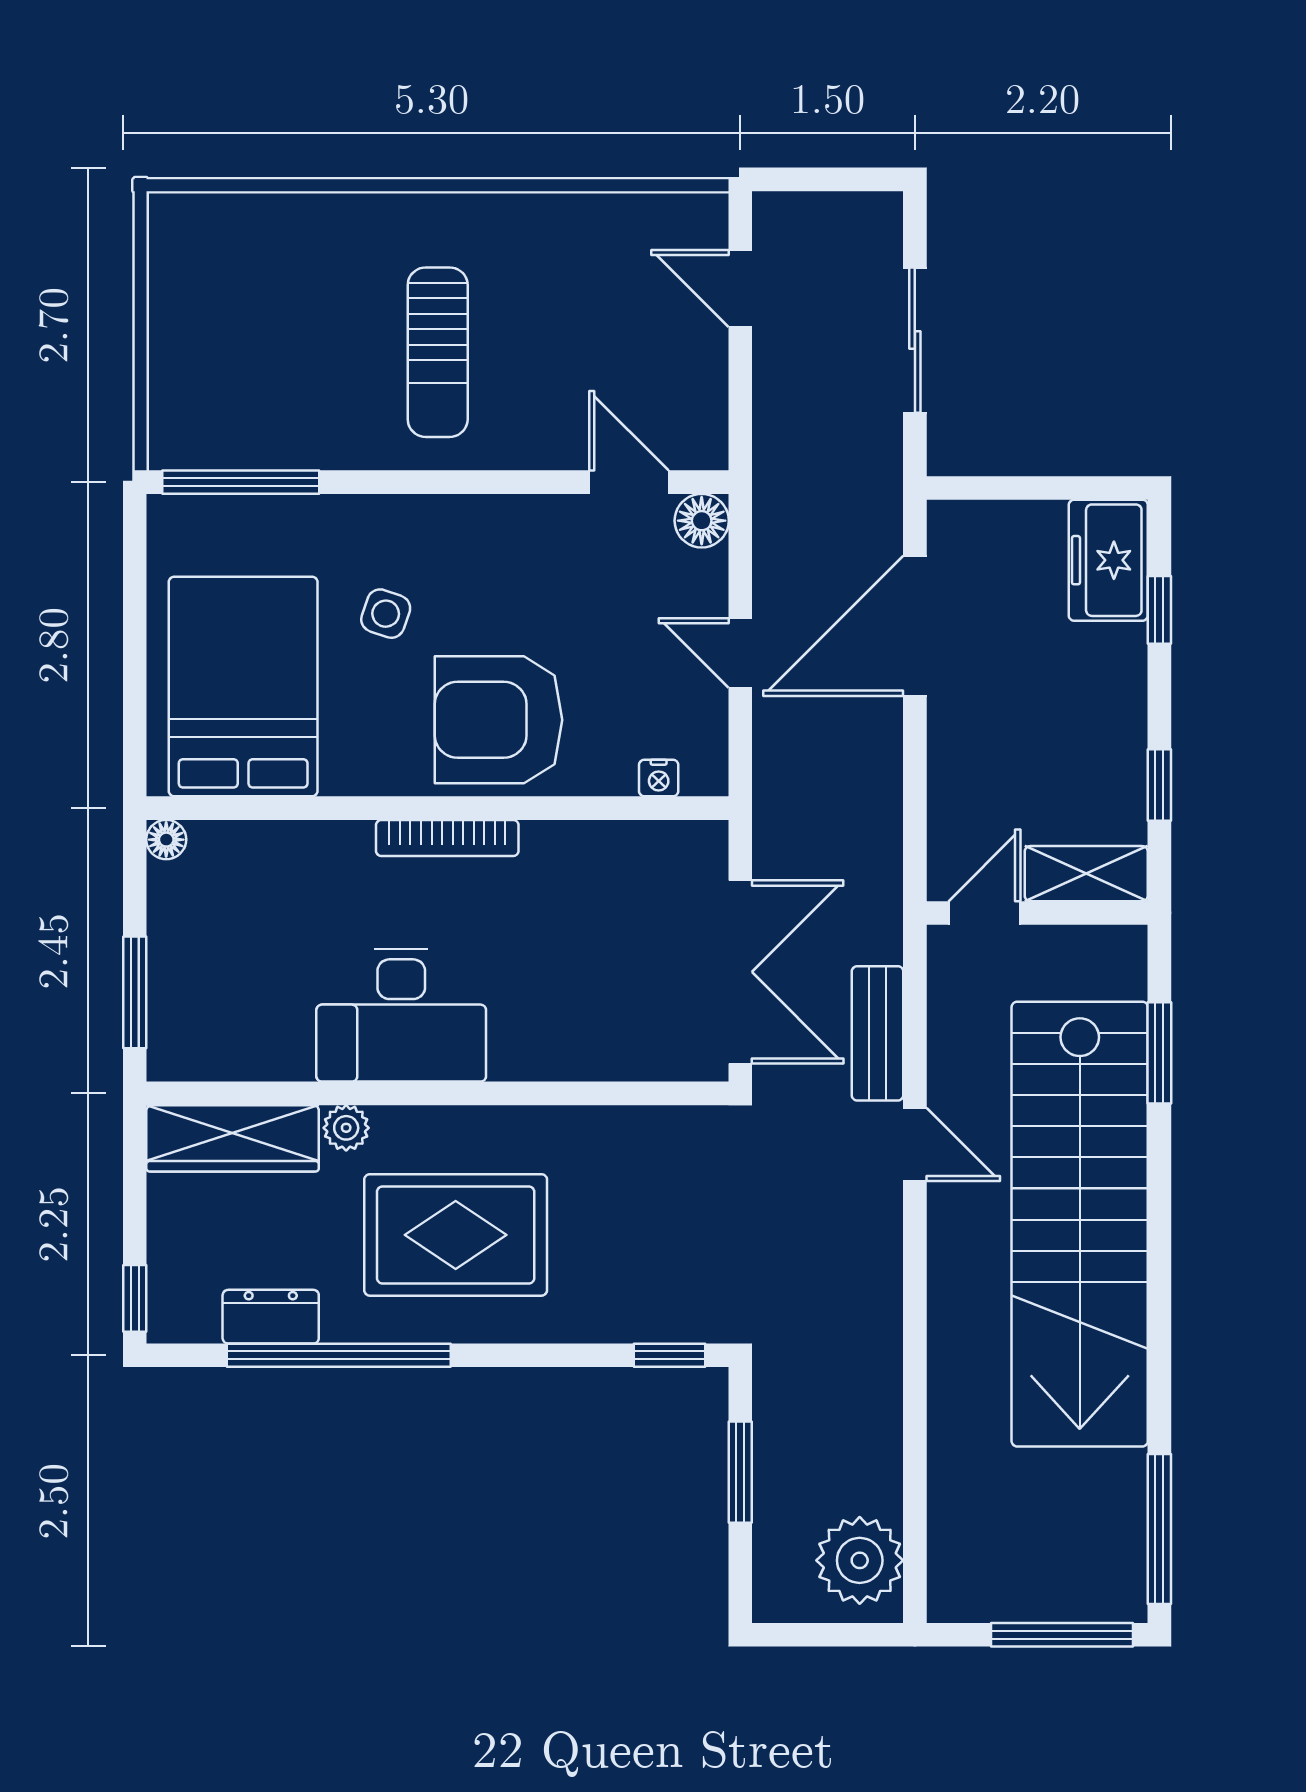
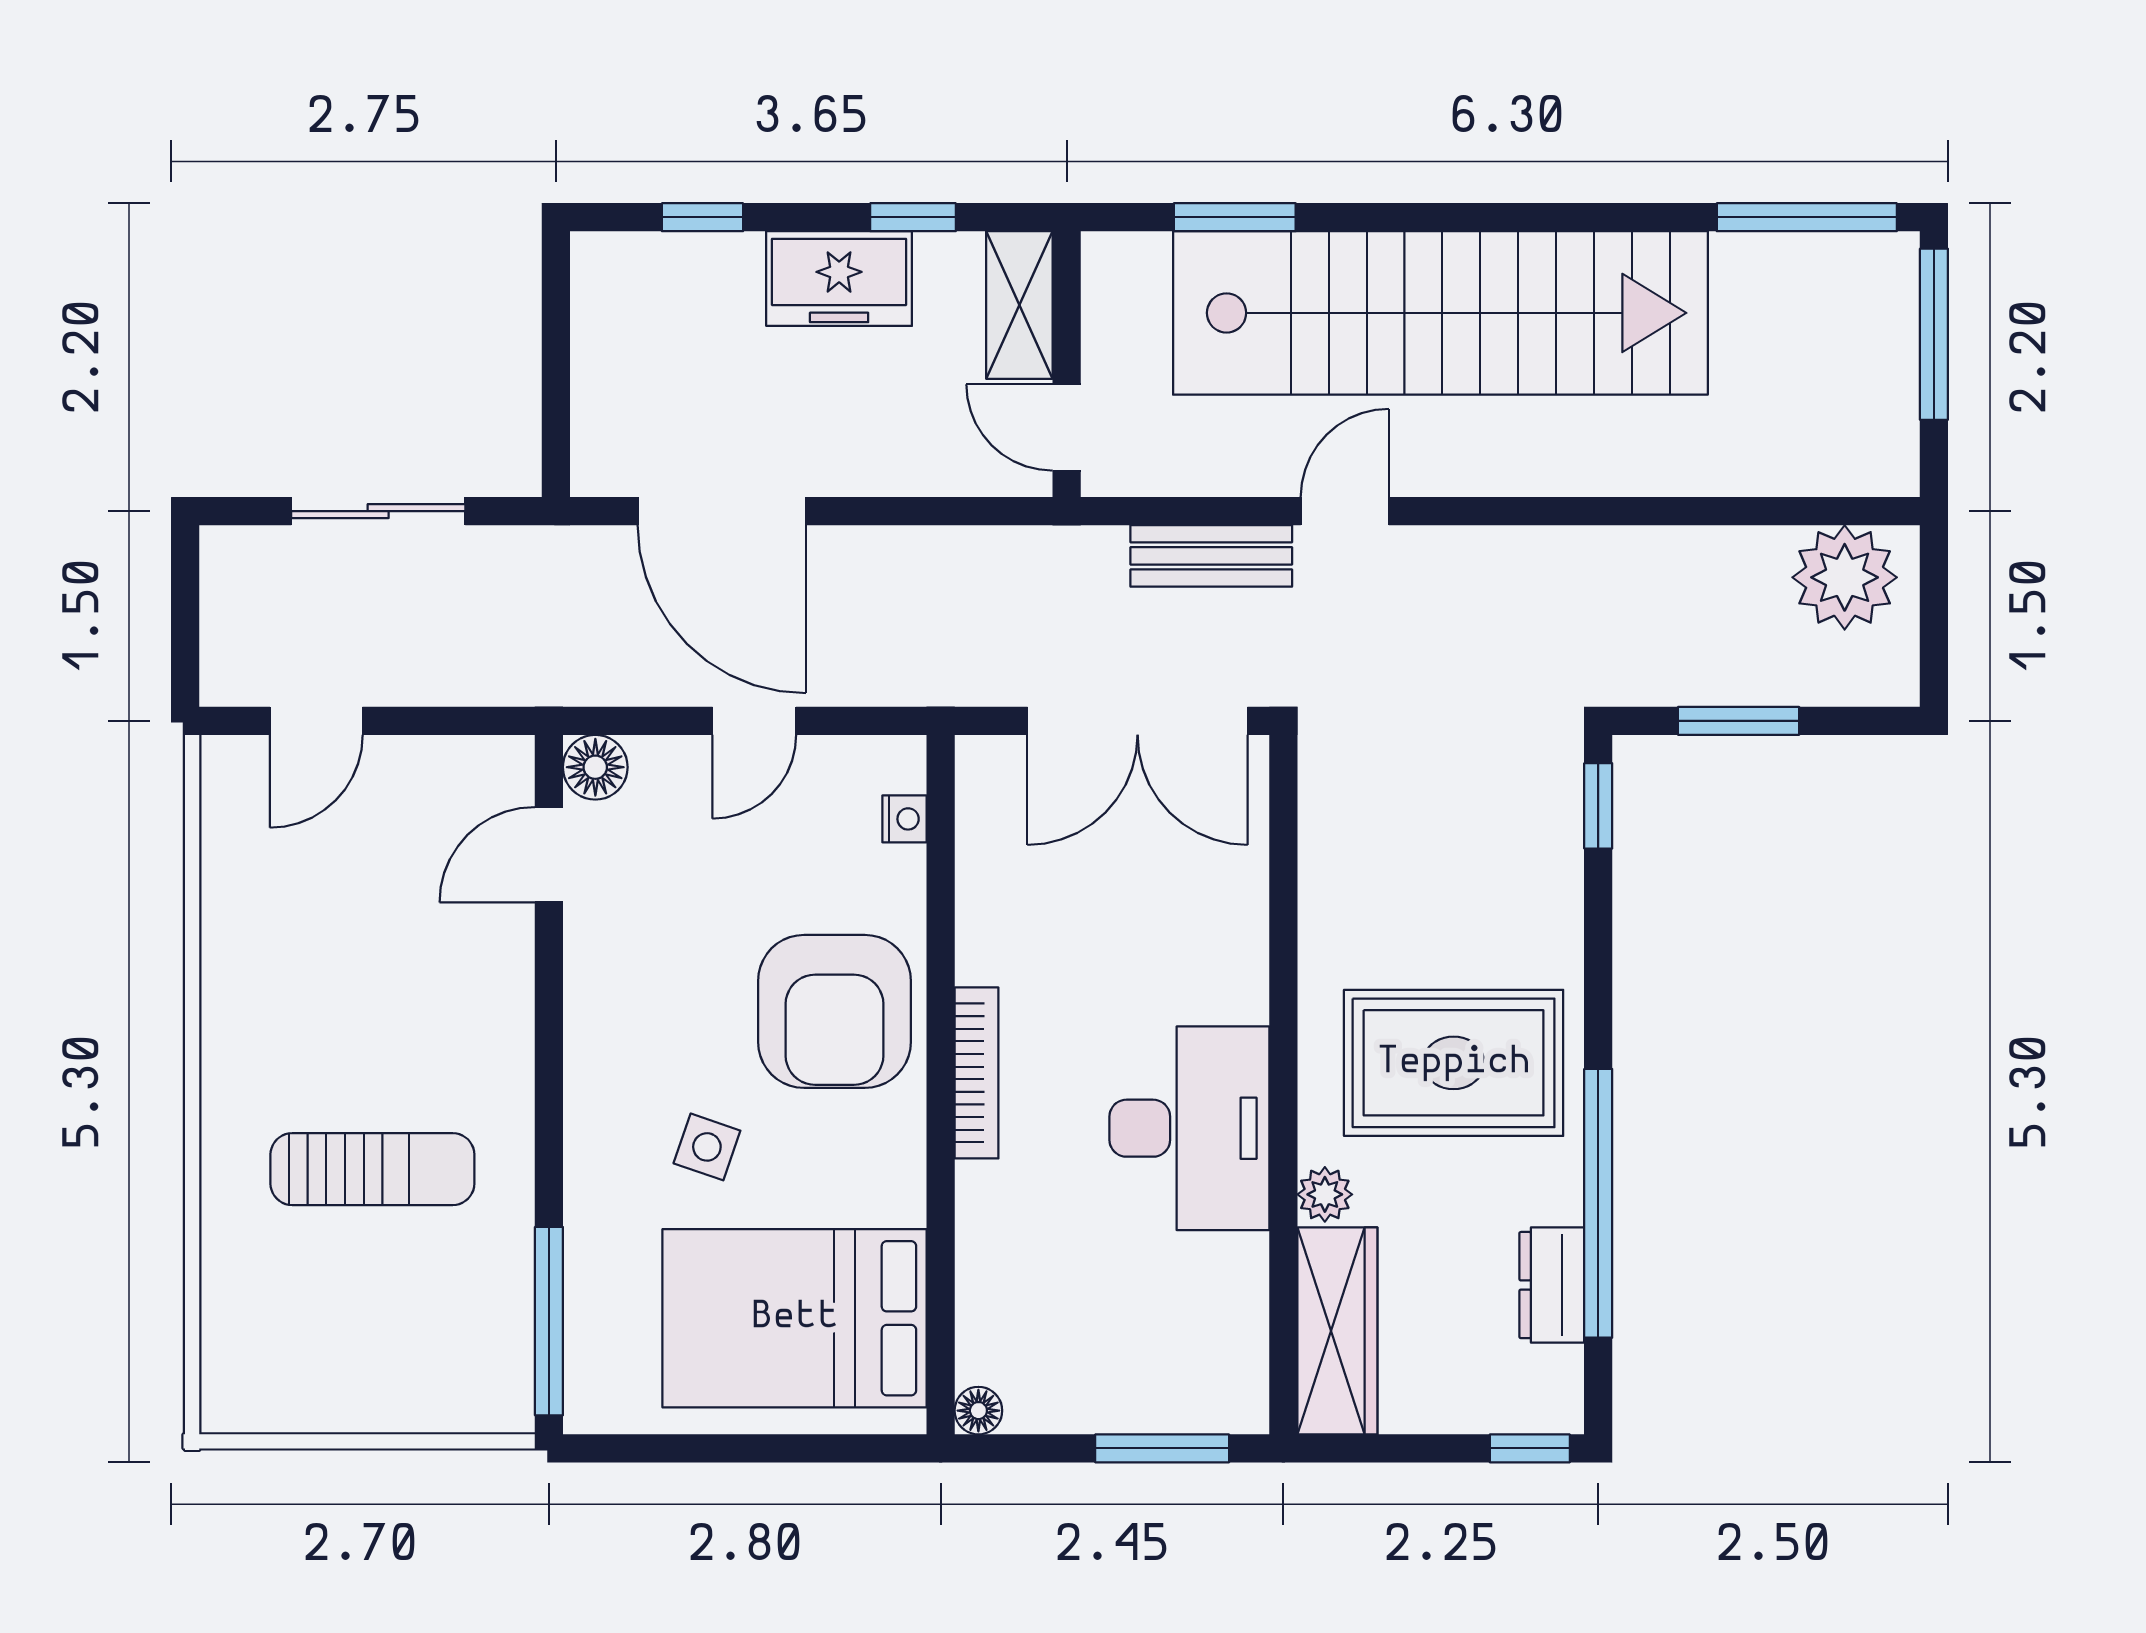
sun lounger: (438, 352) -> (372, 1169), moved
freezer: (1108, 560) -> (839, 279), moved
double door: (740, 972) -> (1138, 721), swing flipped
rug: (456, 1235) -> (1454, 1063), turned 90

